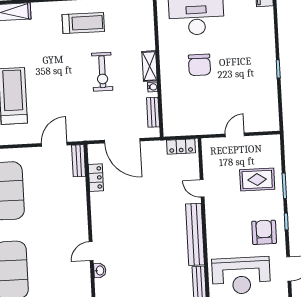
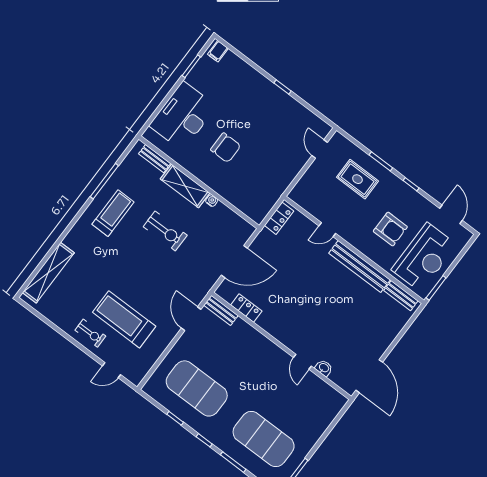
shelving: (150, 66) -> (185, 186), width x1.50, depth x1.33
bench: (153, 112) -> (155, 159), moved
door: (235, 135) -> (320, 149), moved
rug: (257, 180) -> (357, 179), turned 90
armchair: (264, 232) -> (390, 229), moved, turned 180

